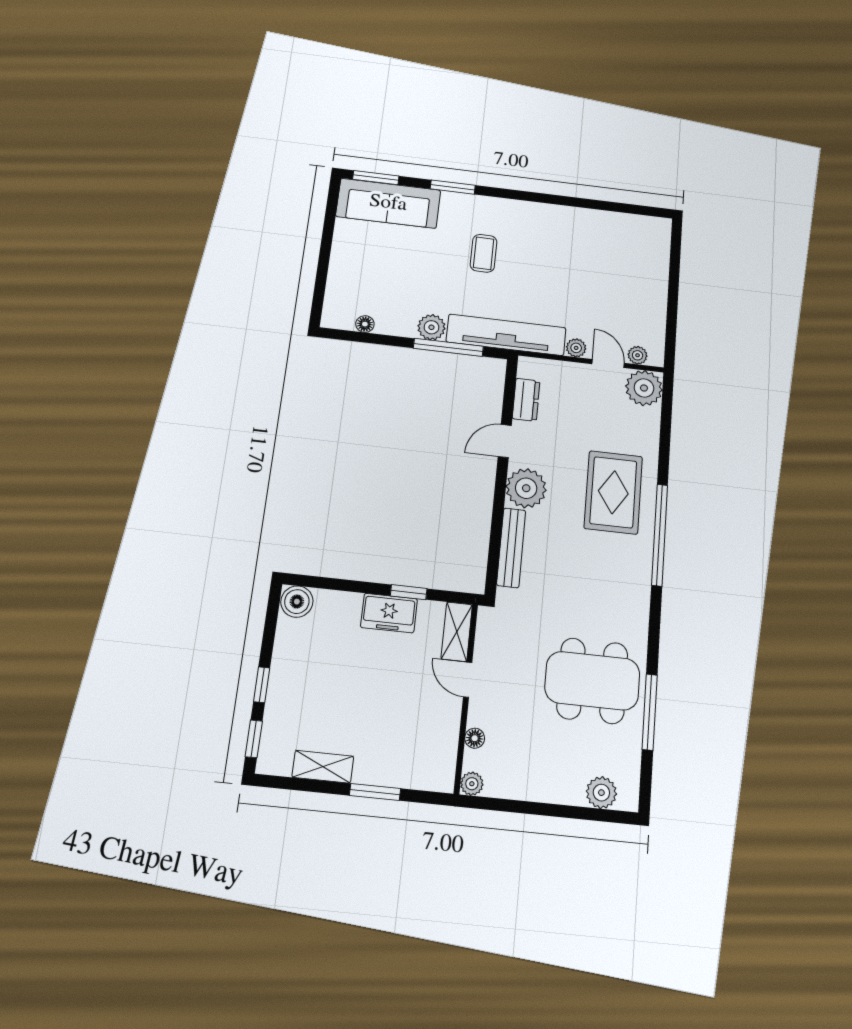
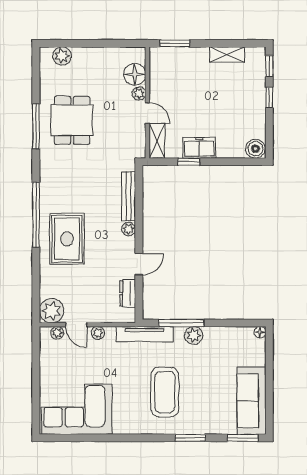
sofa: (388, 203) -> (251, 401), moved, turned -90
corner sofa: (616, 246) -> (77, 409), added
coffee table: (484, 253) -> (165, 392), width x1.86, depth x1.72
floor lamp: (365, 324) -> (260, 332), moved
tv unit: (506, 335) -> (145, 334), width x0.73, depth x0.78
plant: (526, 488) -> (129, 229), width x0.53, depth x0.53
dining table: (592, 681) -> (72, 120), width x0.73
window: (650, 712) -> (36, 126), moved
floor lamp: (475, 738) -> (135, 74), width x1.89, depth x1.89
plant: (472, 784) -> (139, 93), moved
window: (375, 792) -> (175, 43), moved

